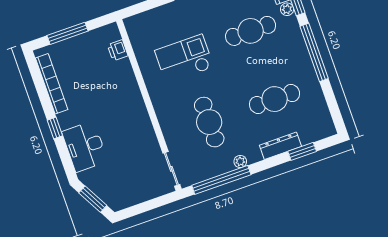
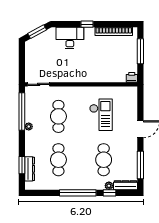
printer: (118, 50) -> (132, 77), moved
cafe table: (209, 122) -> (58, 116), turned 90
dresser: (280, 146) -> (30, 169), moved

